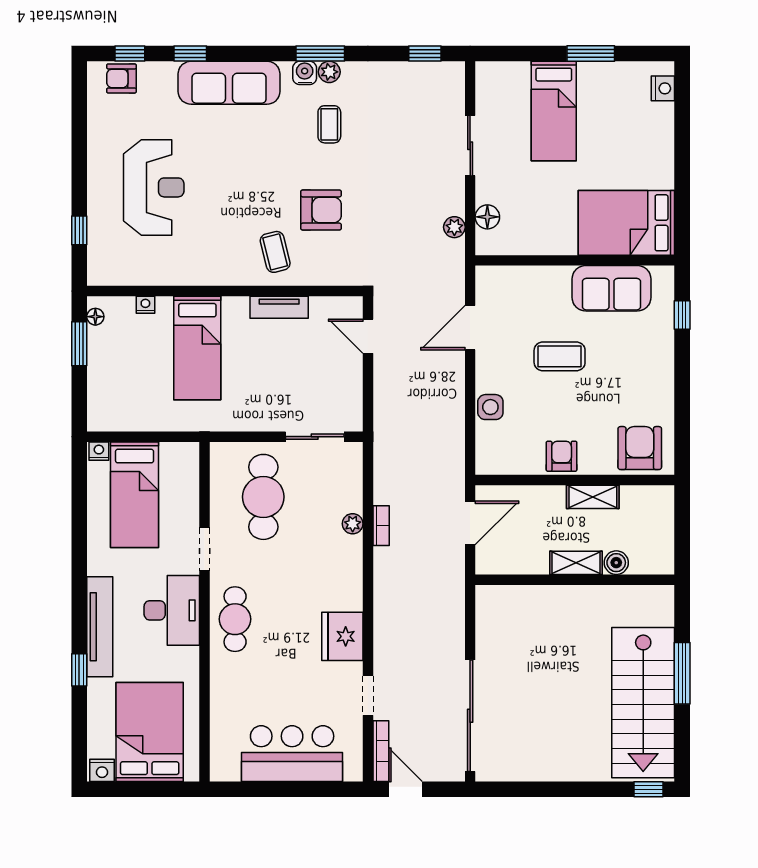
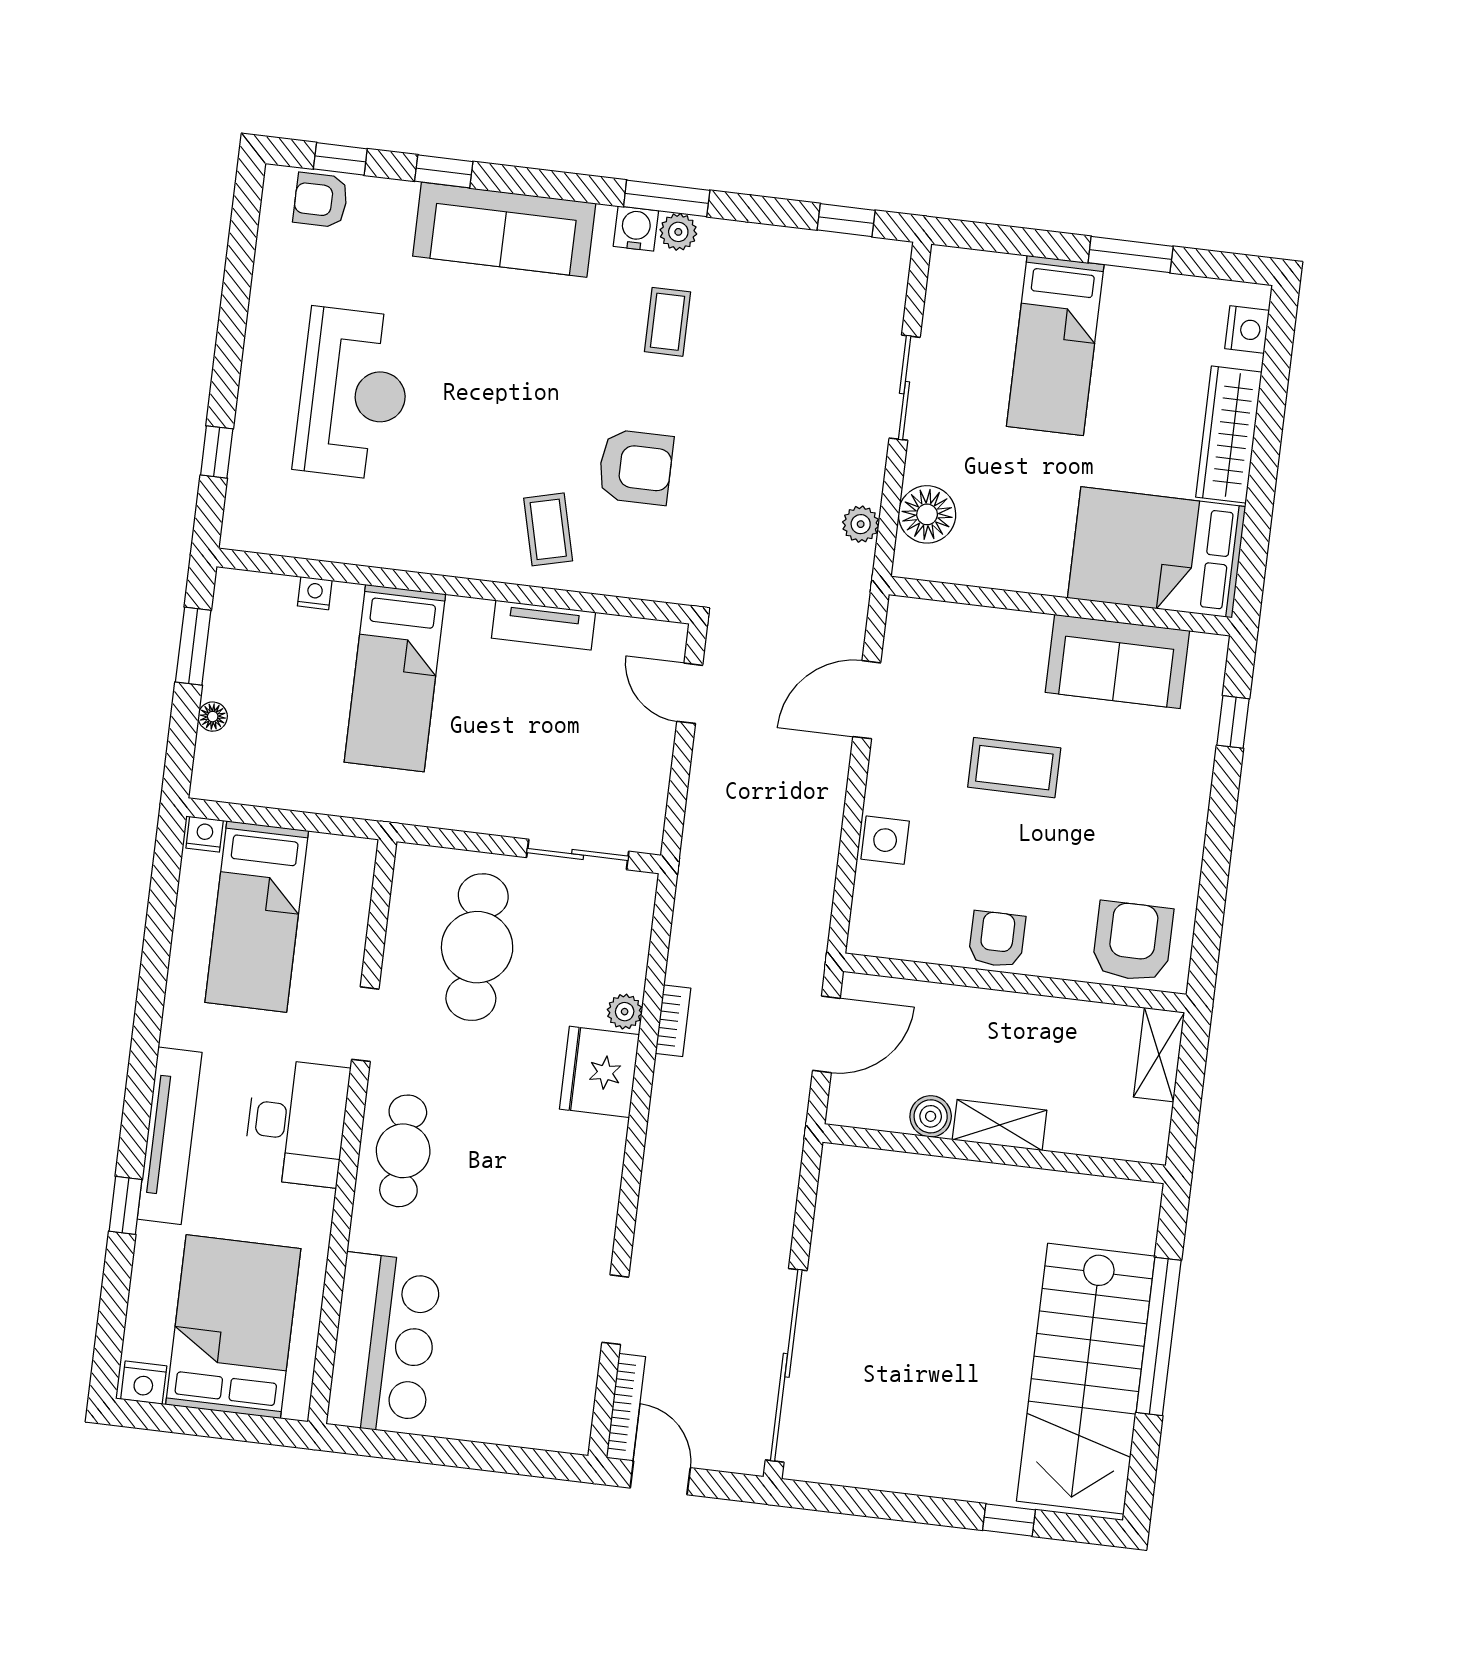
wardrobe: (660, 150) -> (1229, 435), added
floor lamp: (487, 217) -> (927, 514), width x1.38, depth x1.38
floor lamp: (95, 317) -> (213, 717), moved
shelving: (593, 497) -> (1159, 1055), moved, turned 90
boiler: (616, 563) -> (931, 1116), moved
fridge: (342, 636) -> (599, 1072), moved
window: (682, 673) -> (1159, 1336), width x1.46
bar counter: (292, 754) -> (384, 1344), moved, turned 90
window: (649, 789) -> (1009, 1520), moved

